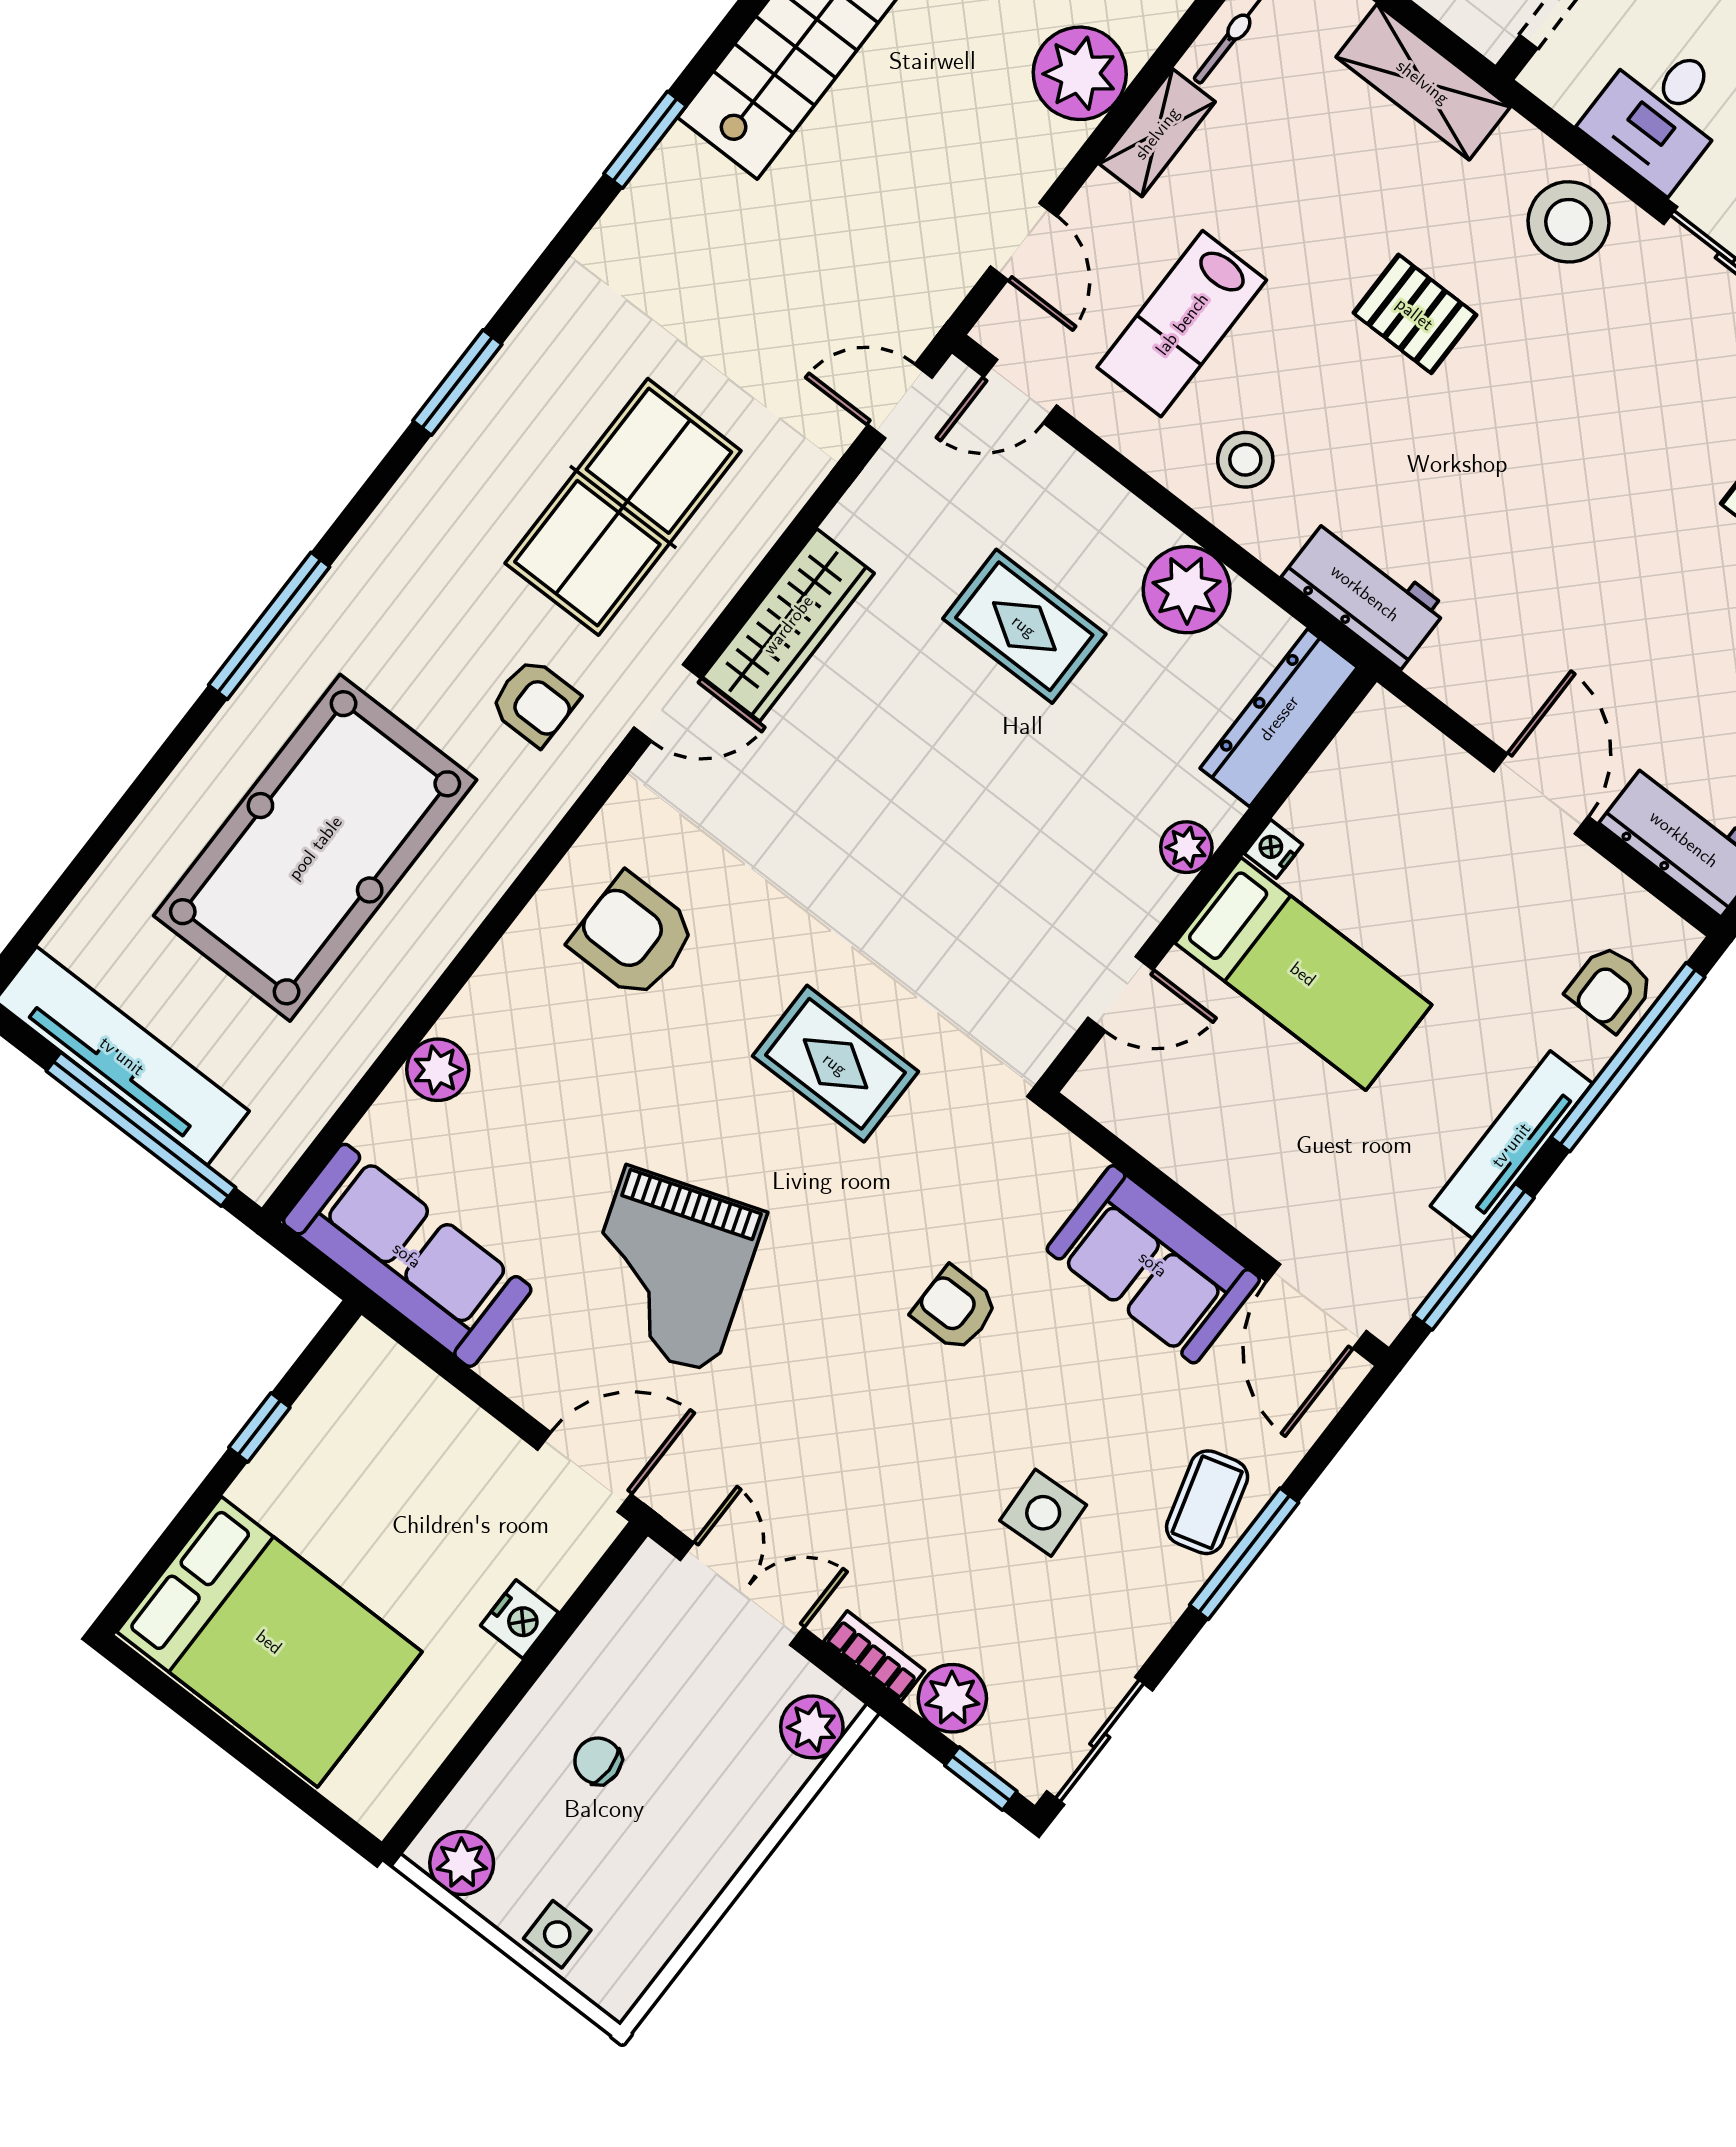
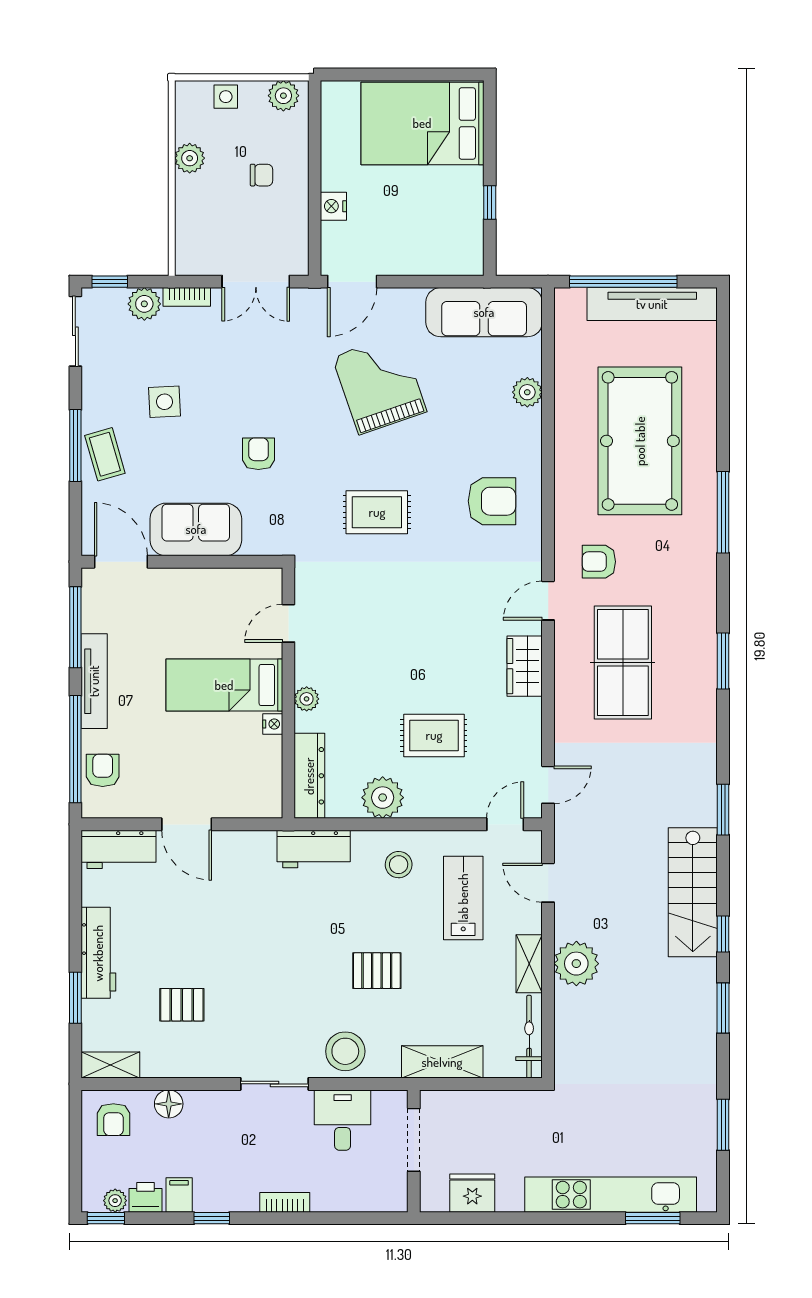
wardrobe: (788, 625) -> (525, 666), width x0.67
armchair: (955, 1309) -> (258, 454), turned -90
plant: (812, 1727) -> (190, 158), moved

